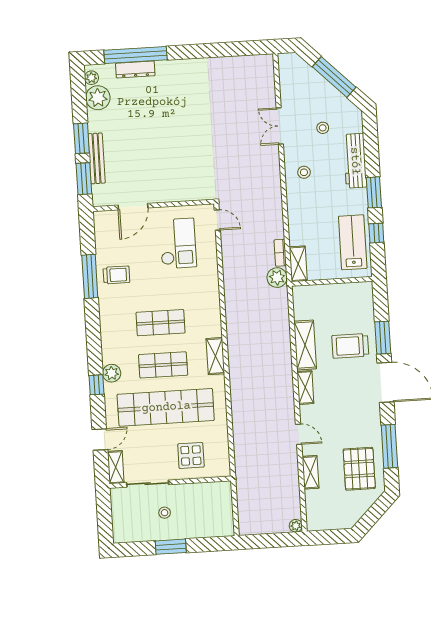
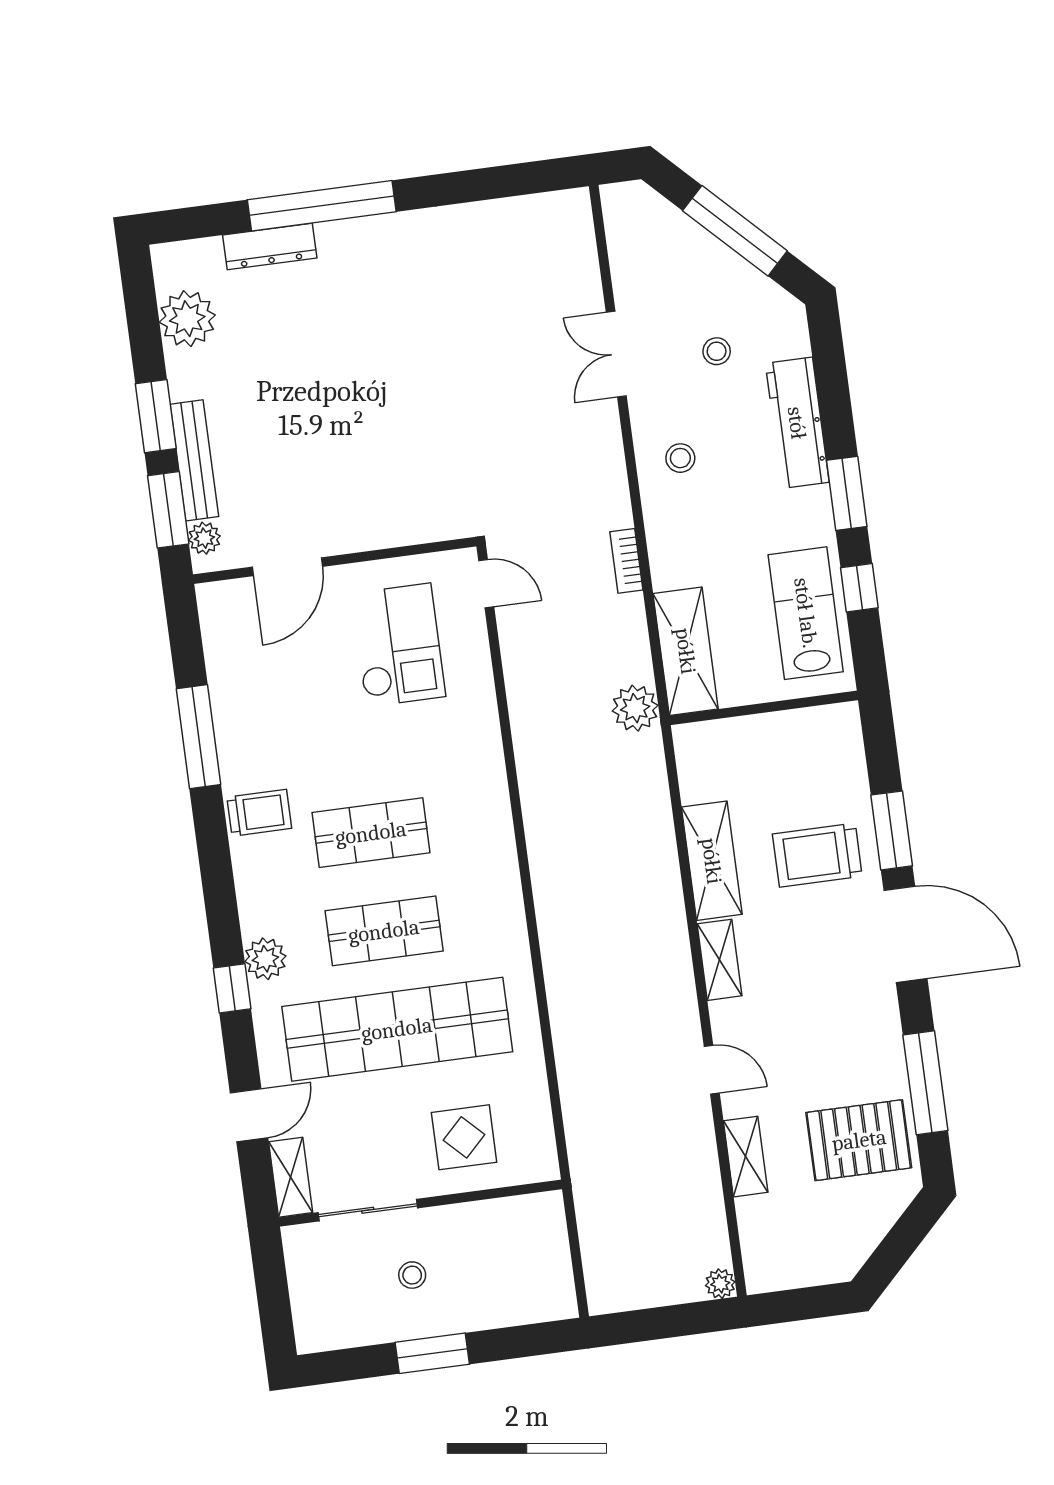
window: (136, 55) -> (322, 206), moved
plant: (91, 78) -> (204, 538), moved
bookcase: (280, 253) -> (626, 561), moved
shelving: (298, 264) -> (686, 651), width x1.50, depth x1.33
trolley: (116, 275) -> (259, 813), moved
shelving: (215, 356) -> (505, 902), removed
pallet: (359, 469) -> (859, 1140), turned 90

